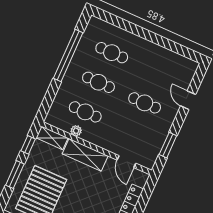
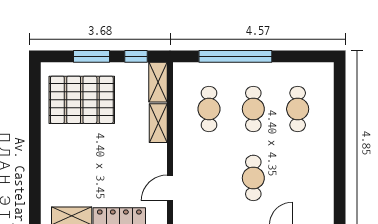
window: (68, 55) -> (235, 56), moved
plant: (76, 131) -> (180, 108), removed
shelving: (85, 155) -> (158, 123), width x0.67, depth x0.75

